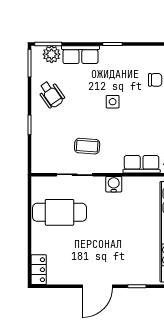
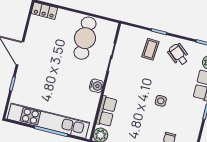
wheelchair: (51, 94) -> (178, 54), turned 75
coffee table: (87, 146) -> (150, 49), moved

